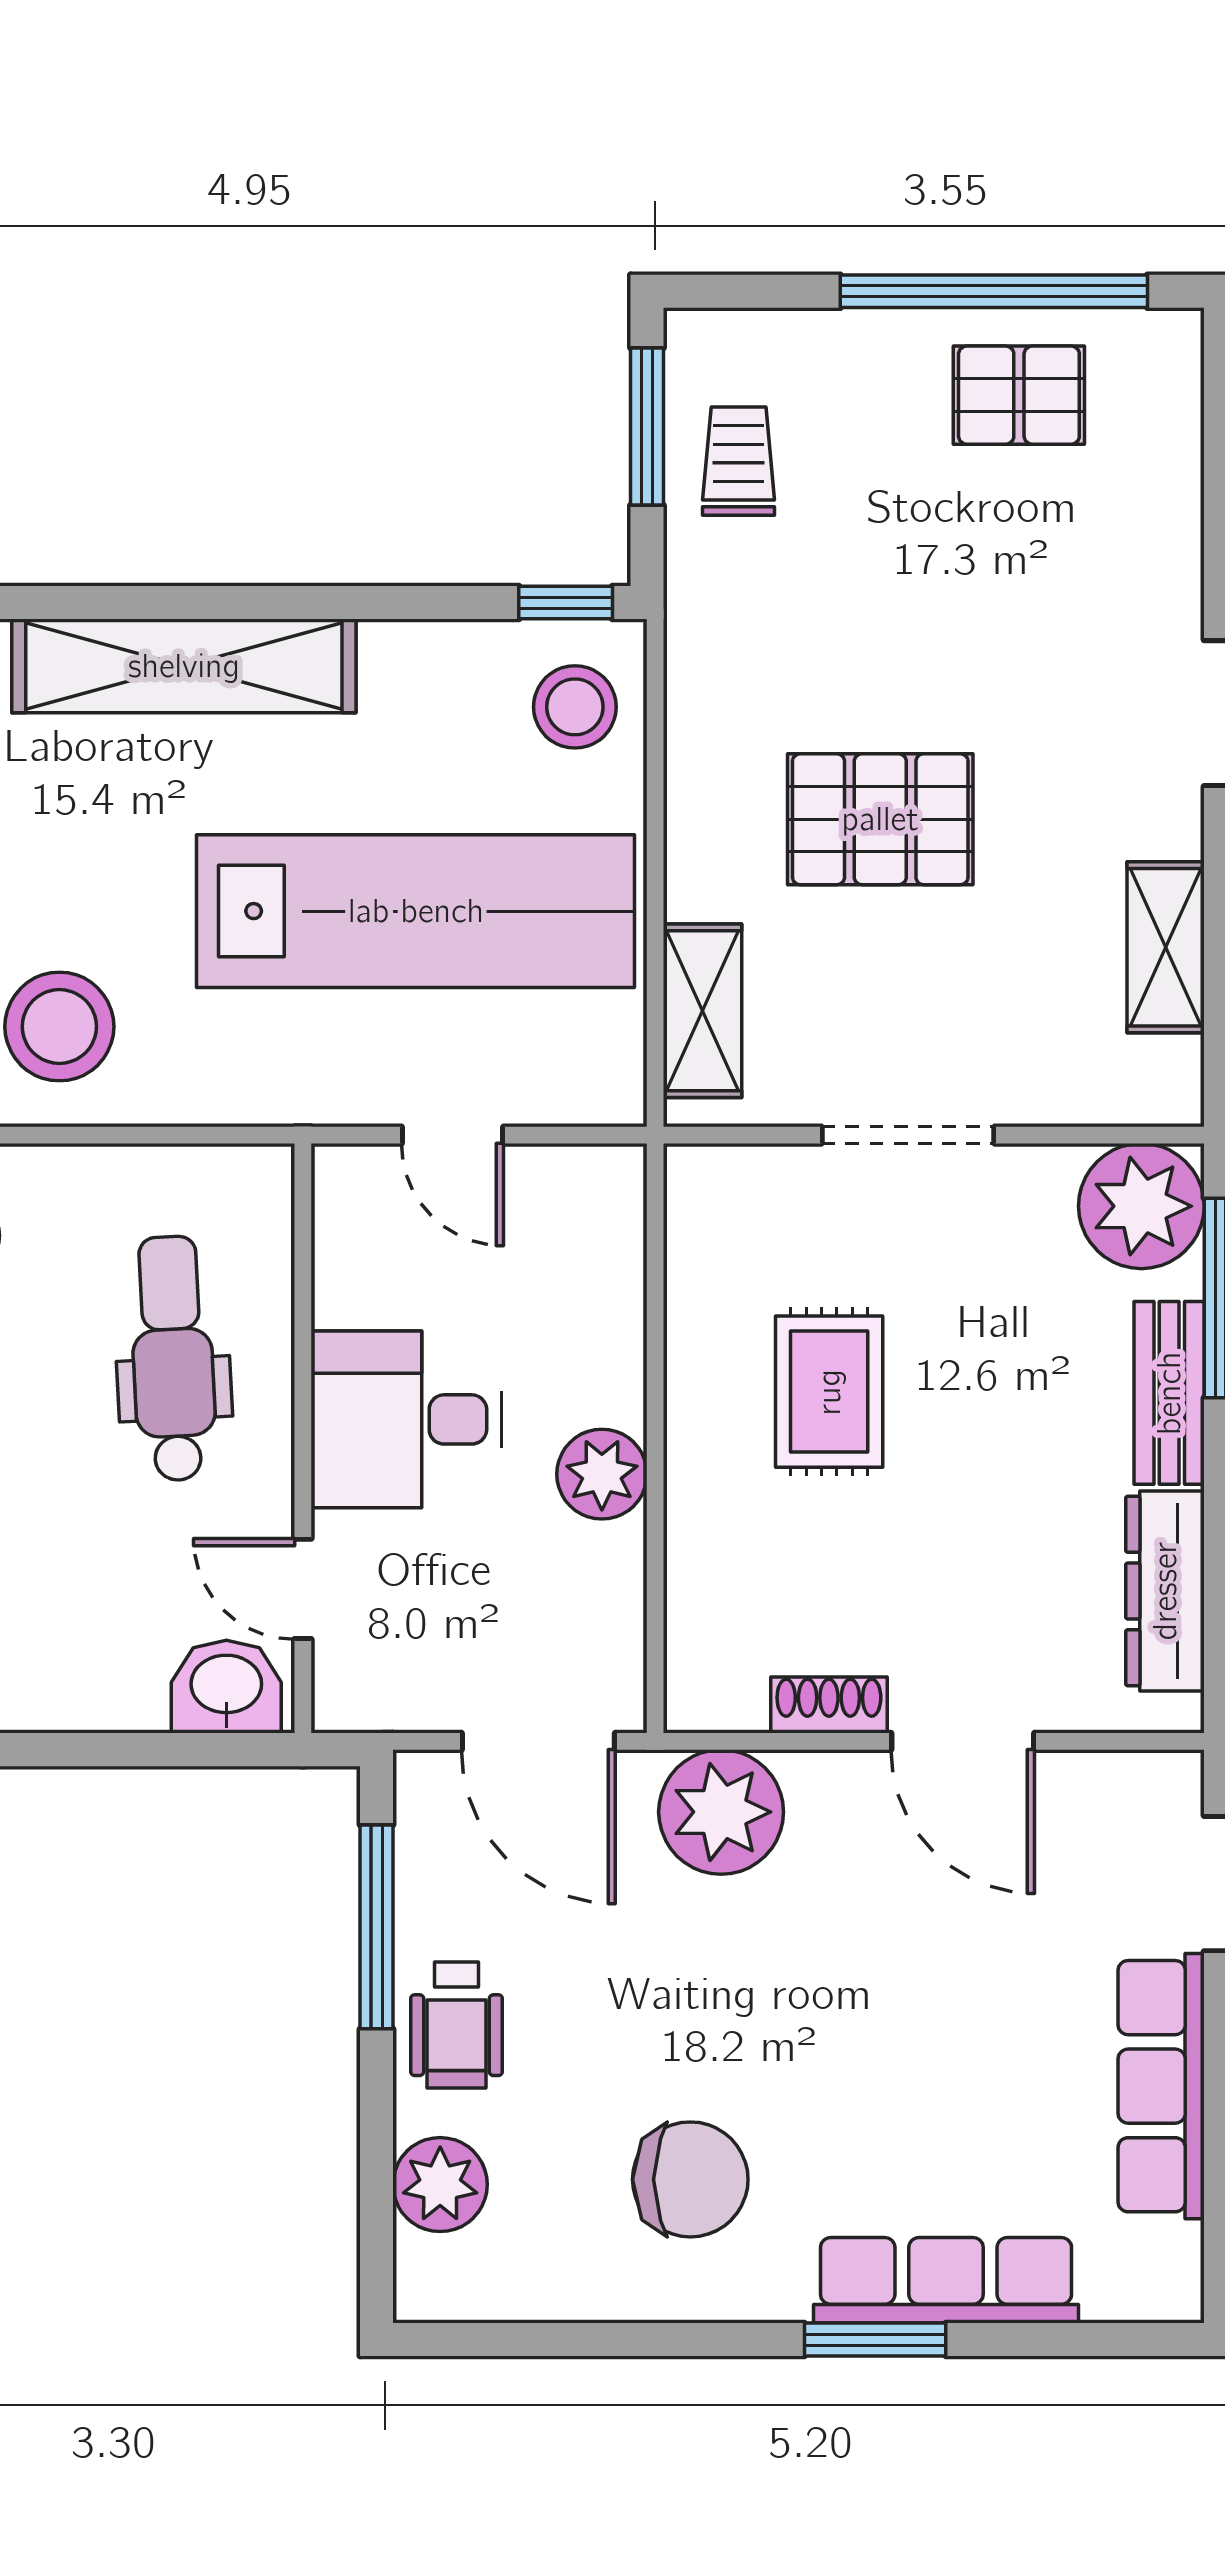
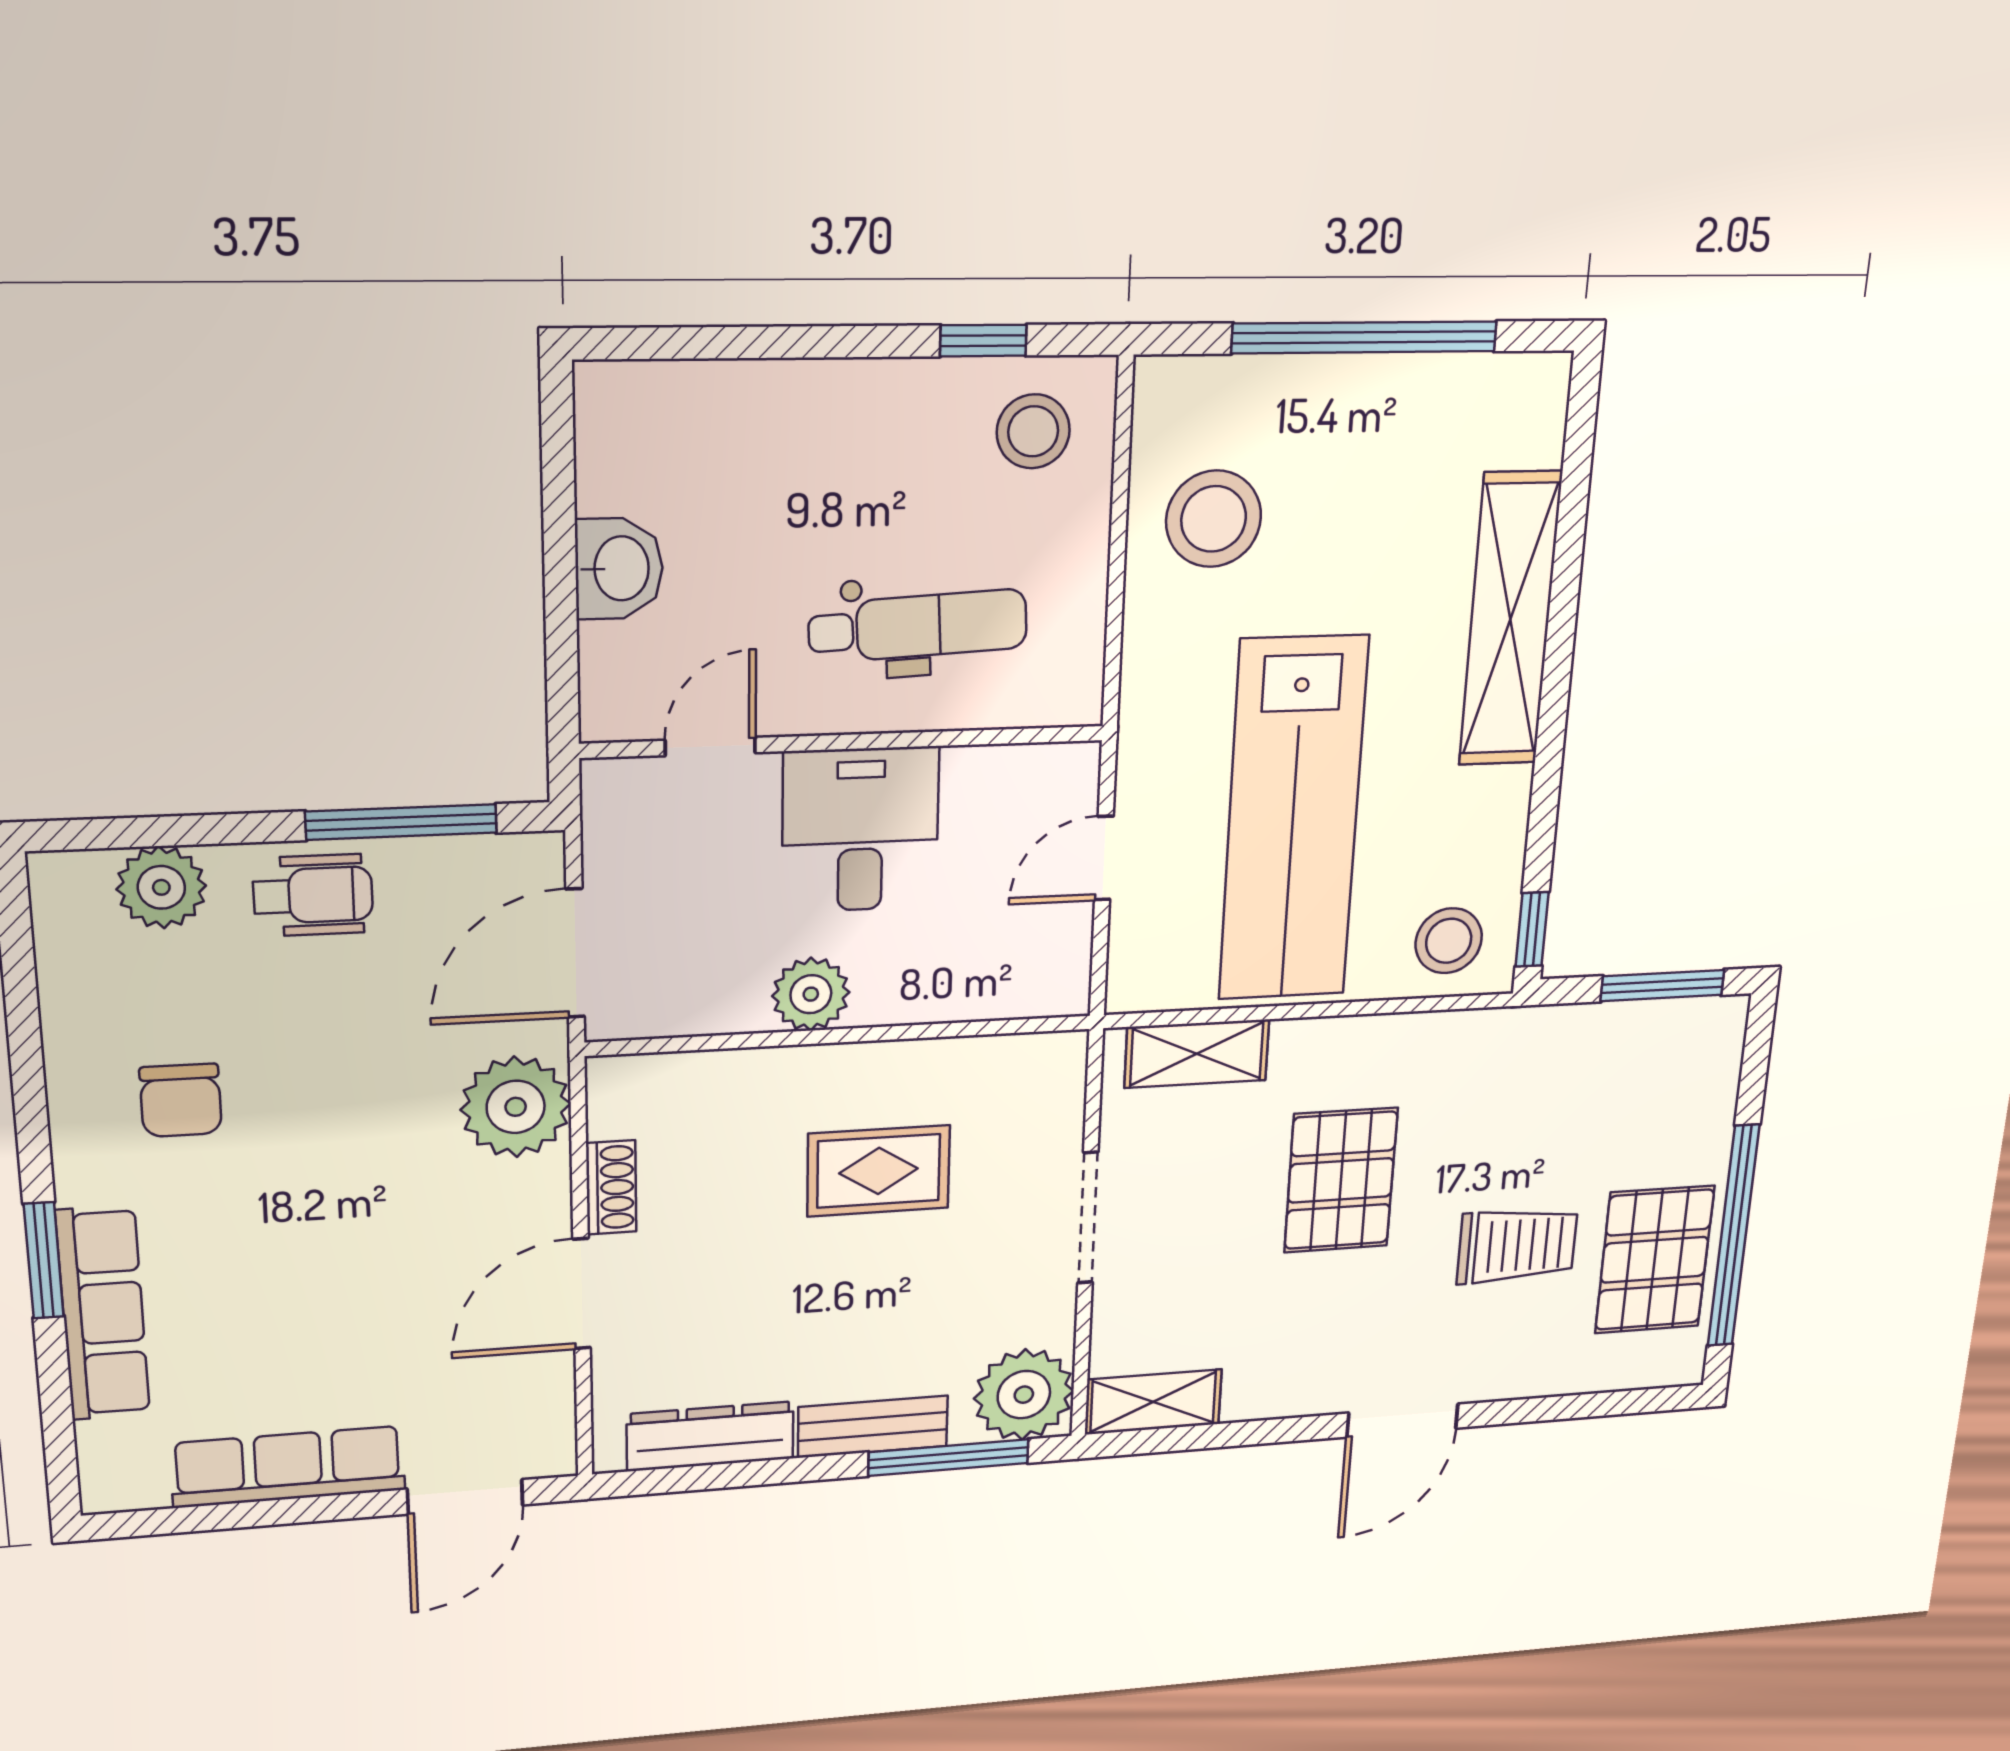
pallet: (1019, 395) -> (1655, 1260), width x1.50, depth x1.42
trolley: (739, 461) -> (1517, 1245), moved, width x1.36, depth x1.39
shelving: (1166, 947) -> (1153, 1402), moved
washbasin: (226, 1687) -> (619, 568), moved
wheelchair: (456, 2025) -> (313, 895), turned 180
chair: (690, 2179) -> (181, 1100), width x0.73, depth x0.73

